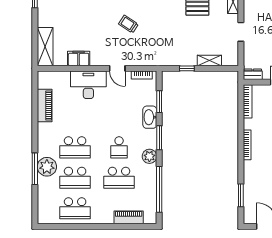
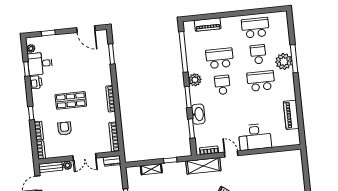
shelving: (45, 47) -> (203, 166), moved, turned 90
filing cabinet: (79, 58) -> (266, 159), removed
school desk: (75, 178) -> (258, 54), width x0.54

